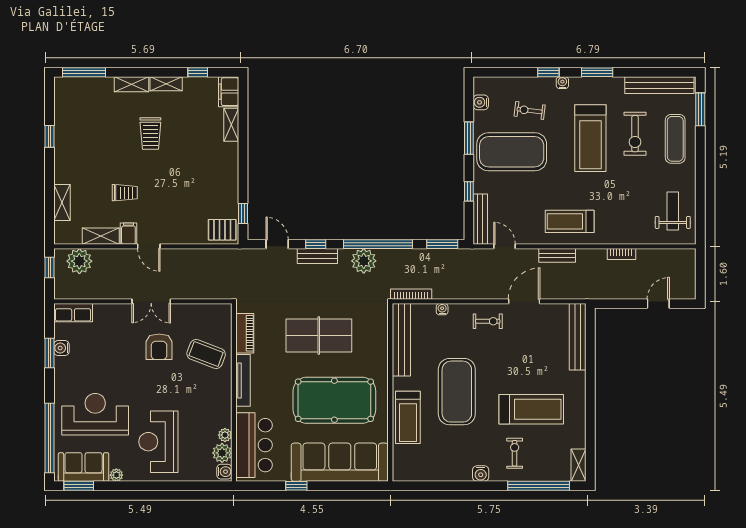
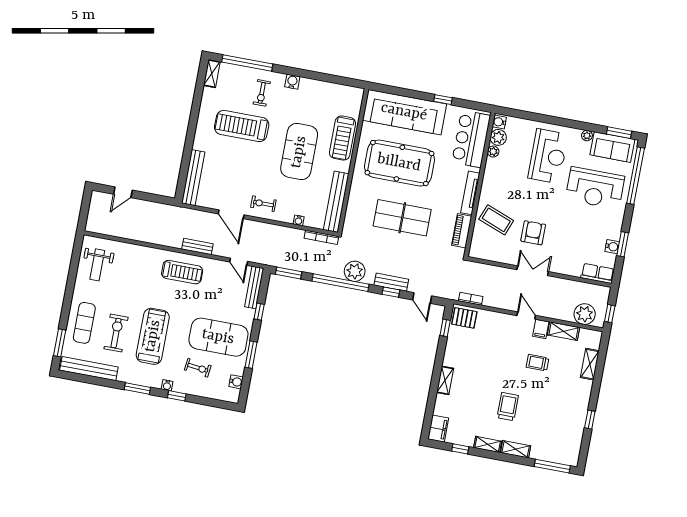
shelving: (231, 125) -> (445, 380), moved
bookcase: (621, 254) -> (471, 299), moved
door: (524, 301) -> (231, 214), hinge flipped
treadmill: (408, 417) -> (343, 138), turned 180

